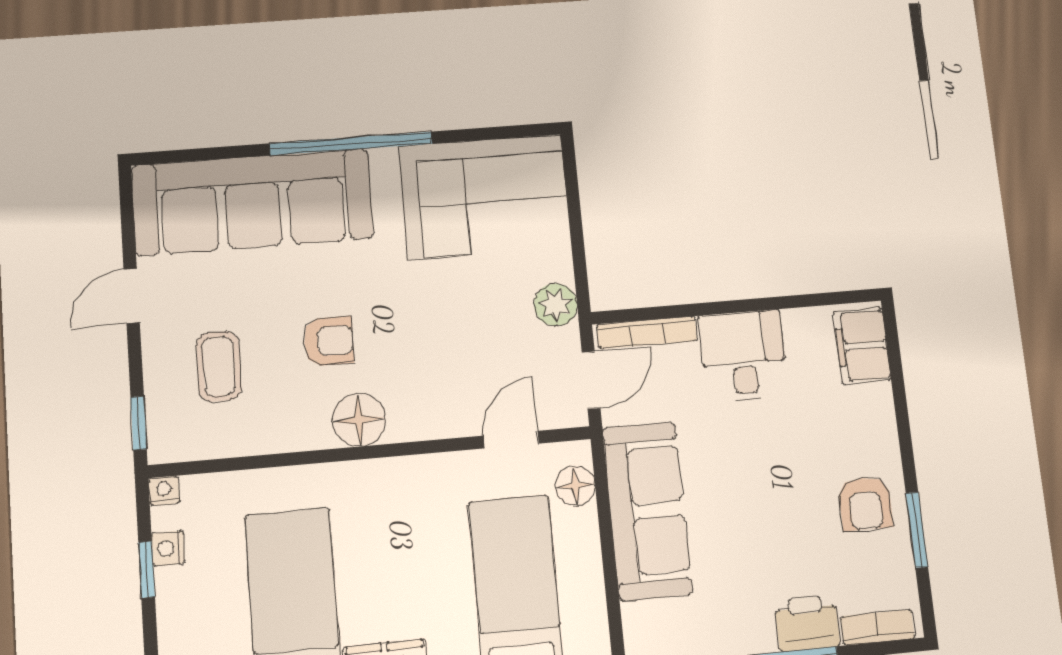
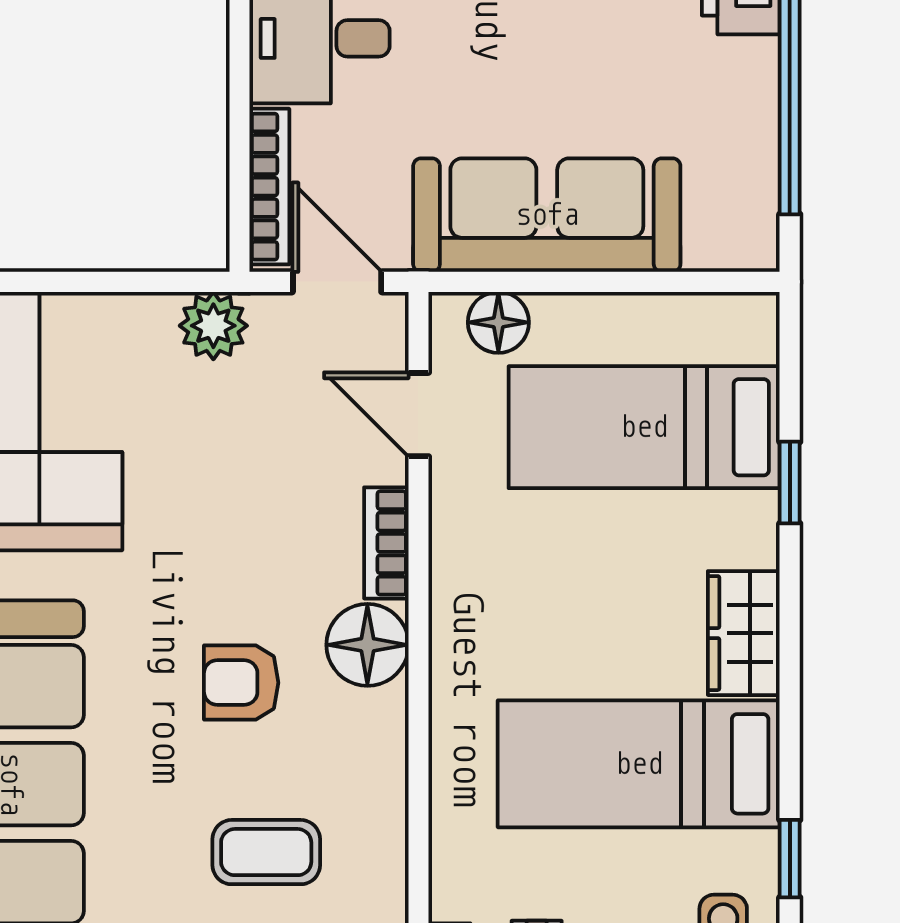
armchair: (328, 341) -> (241, 683), turned -90
bookcase: (426, 426) -> (386, 543), added

